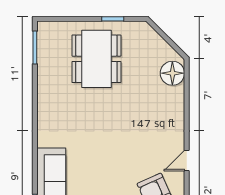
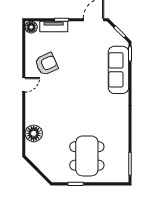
floor lamp: (172, 73) -> (34, 133), moved

